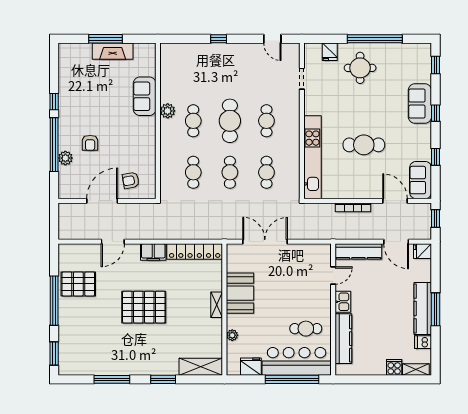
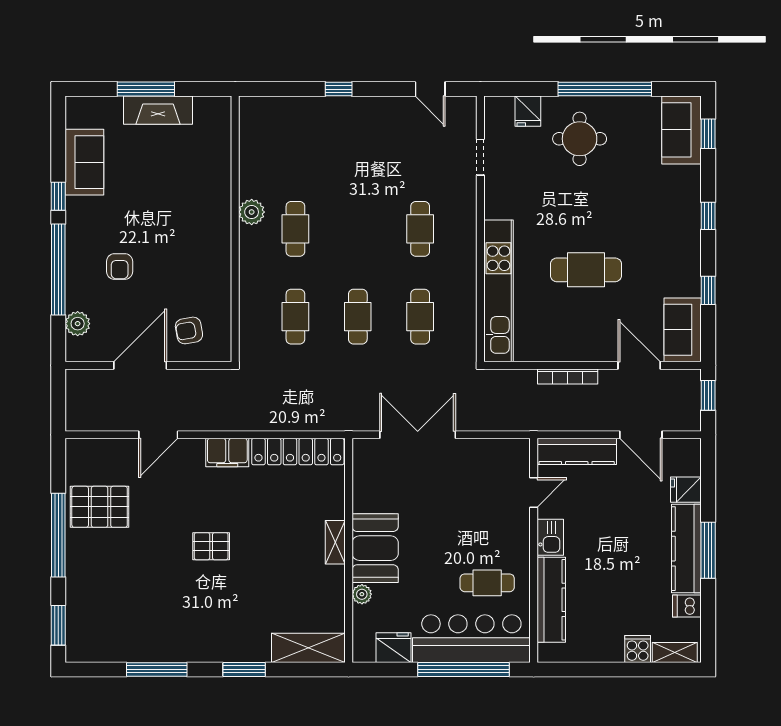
sofa: (145, 96) -> (84, 162), moved, turned 180
sofa: (420, 104) -> (682, 130), moved
cafe table: (230, 121) -> (358, 229), removed
plant: (65, 158) -> (78, 324), moved
fridge: (423, 251) -> (686, 490), moved
booth: (240, 293) -> (375, 548), moved
pallet: (144, 307) -> (211, 546), width x0.49, depth x0.50

